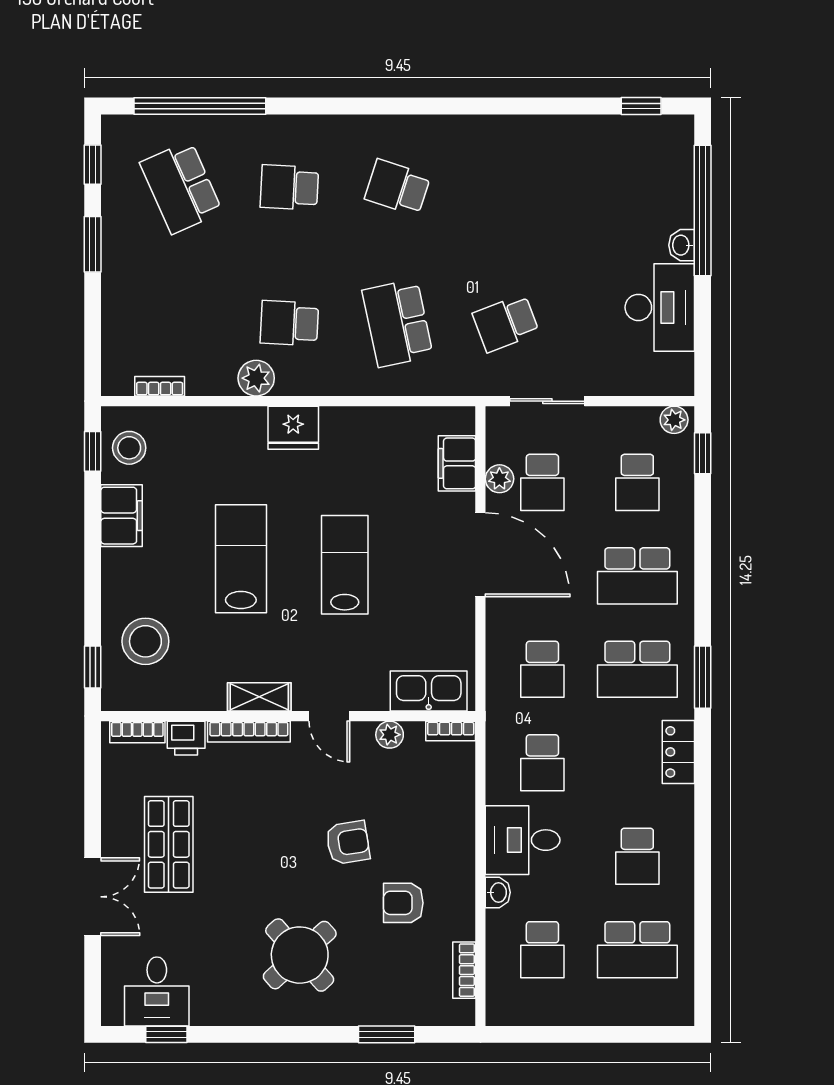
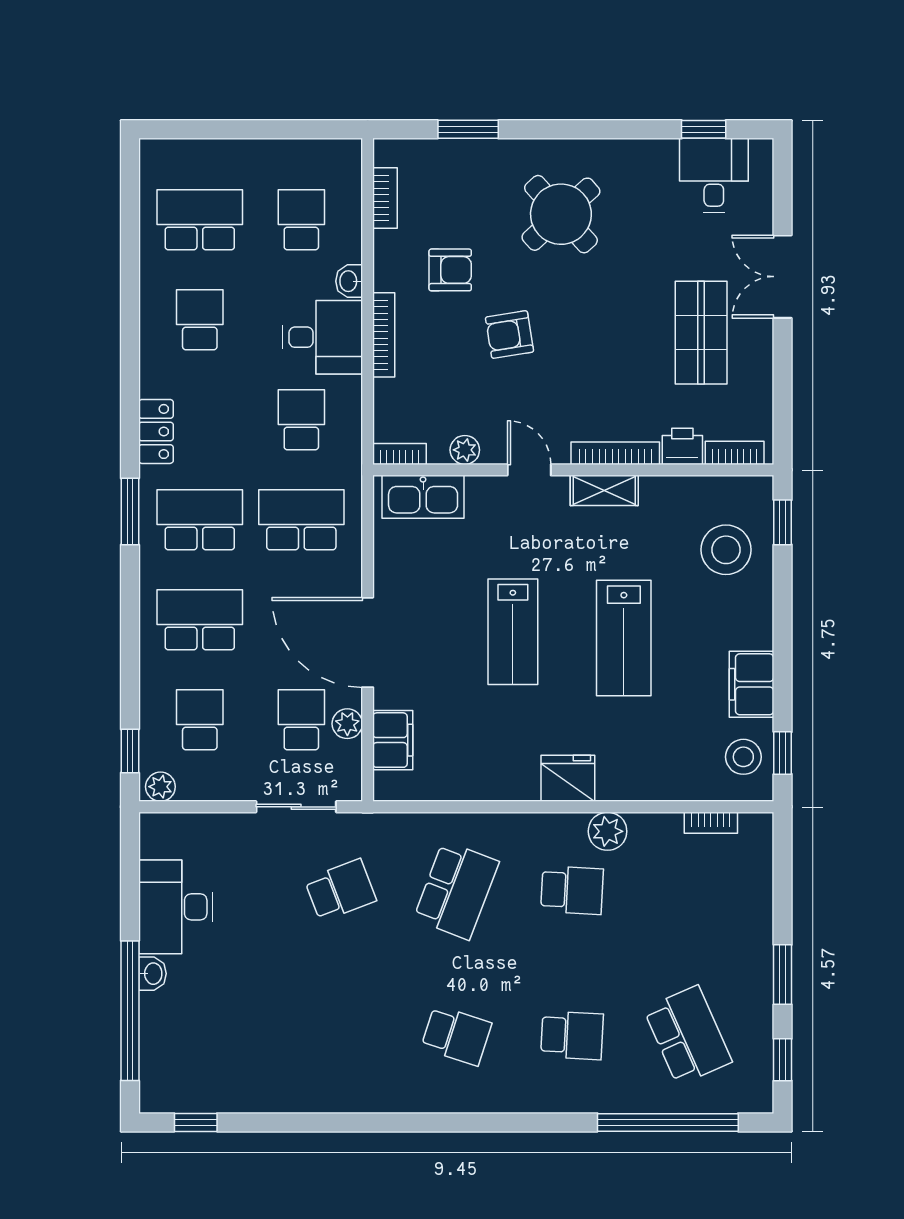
school desk: (398, 323) -> (456, 890), turned 33
school desk: (542, 669) -> (301, 520), width x1.85
bookcase: (465, 842) -> (384, 335), added

